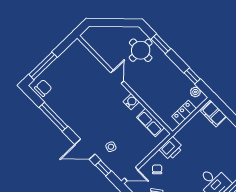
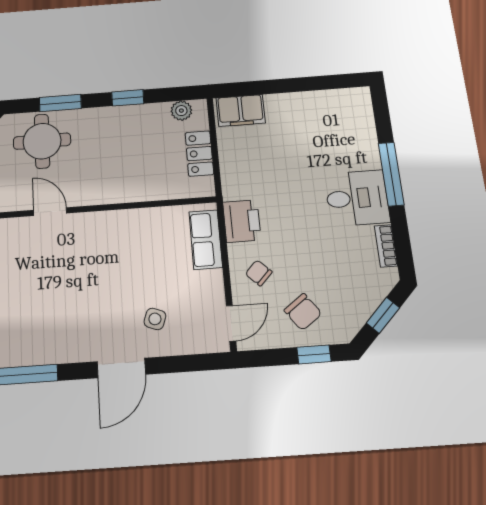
window: (192, 76) -> (128, 98), moved
water cooler: (131, 102) -> (109, 222), removed
row of seats: (151, 122) -> (206, 240), moved, turned 90
window: (103, 168) -> (181, 364), removed

